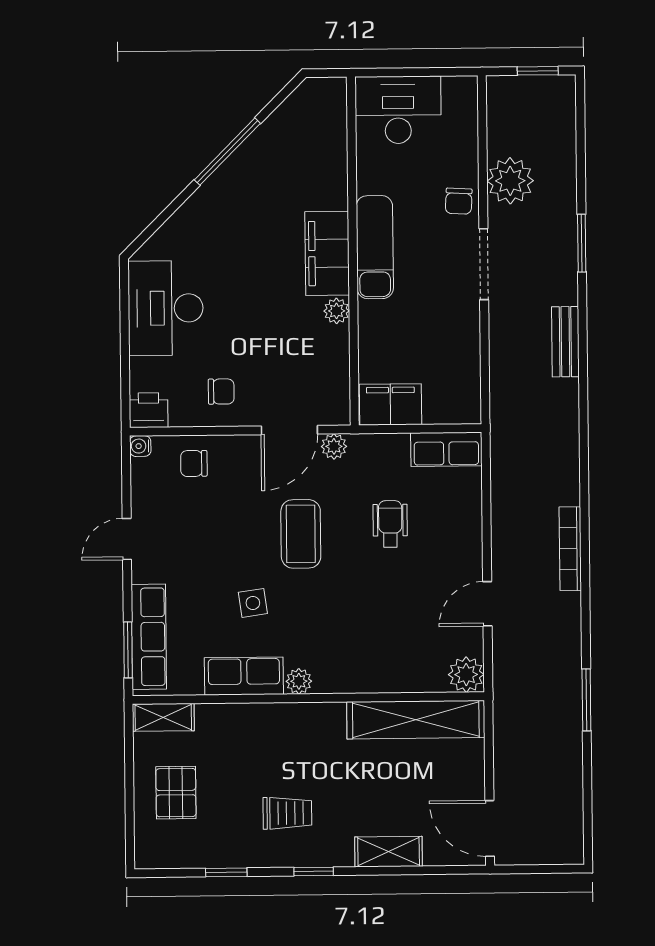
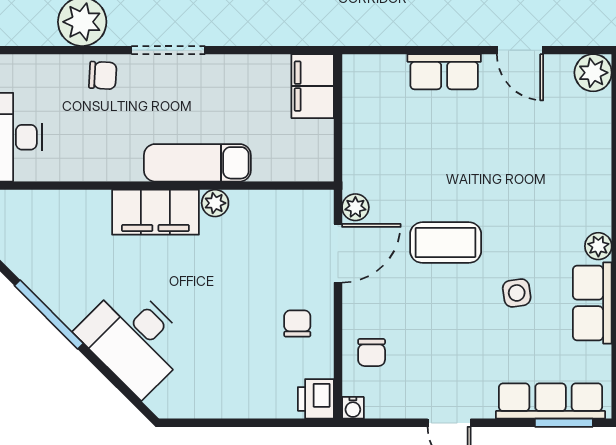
exam couch: (375, 247) -> (197, 163), moved
desk: (166, 308) -> (134, 339), moved, turned 45
filing cabinet: (391, 404) -> (313, 86), moved
door: (289, 430) -> (338, 253), hinge flipped
row of seats: (446, 449) -> (444, 72), moved, turned 90
wheelchair: (390, 524) -> (436, 150), removed

